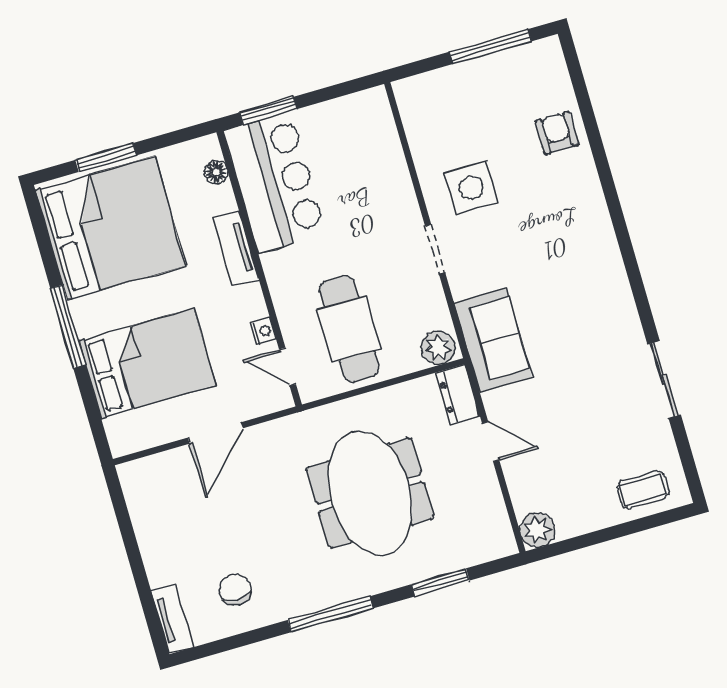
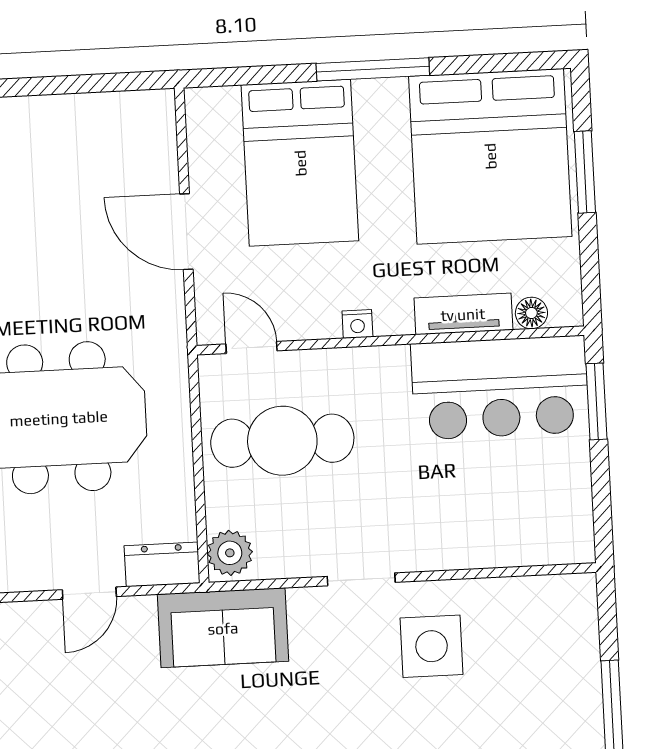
tv unit: (236, 249) -> (463, 314), moved
nightstand: (263, 331) -> (357, 324), moved
door: (288, 367) -> (252, 347), hinge flipped

